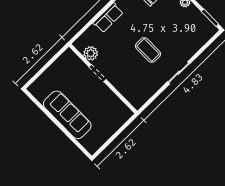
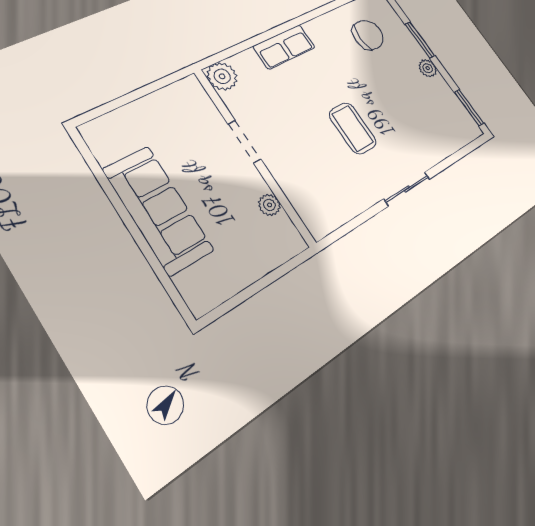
plant: (91, 53) -> (222, 76), moved
plant: (114, 99) -> (269, 205), added

